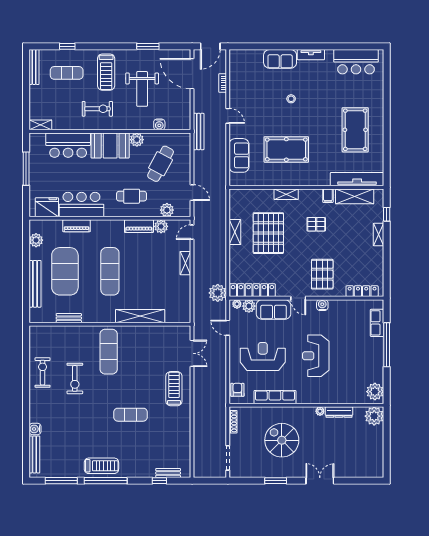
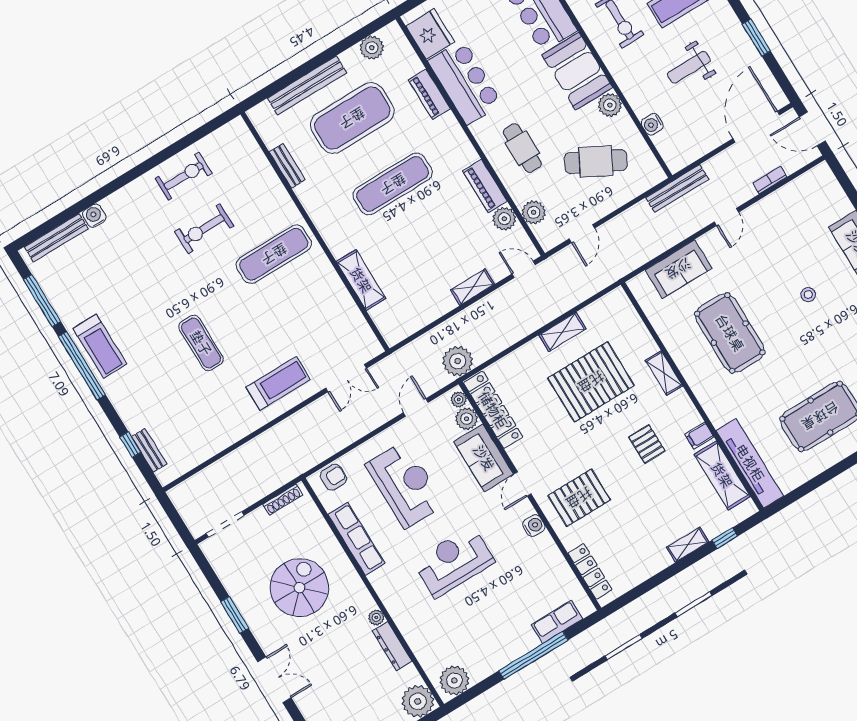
weight bench: (142, 89) -> (689, 67), width x0.73, depth x0.75
shelving: (140, 316) -> (361, 280), width x0.68

